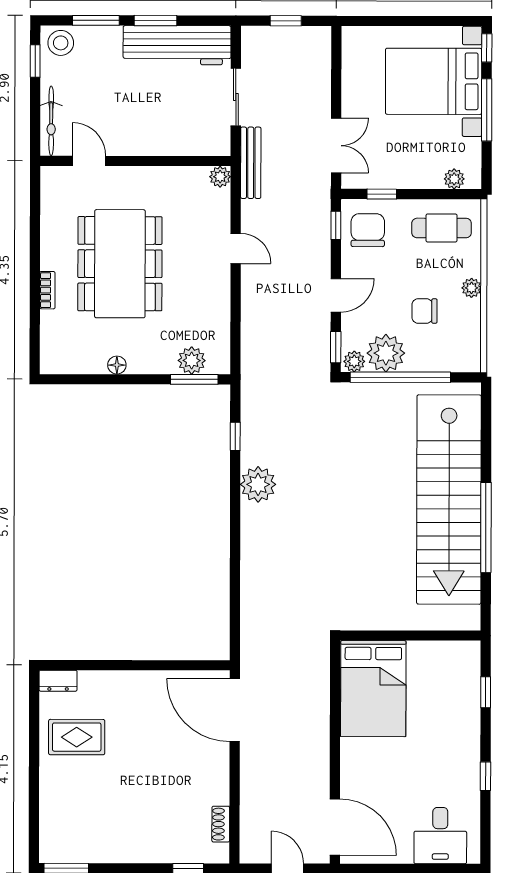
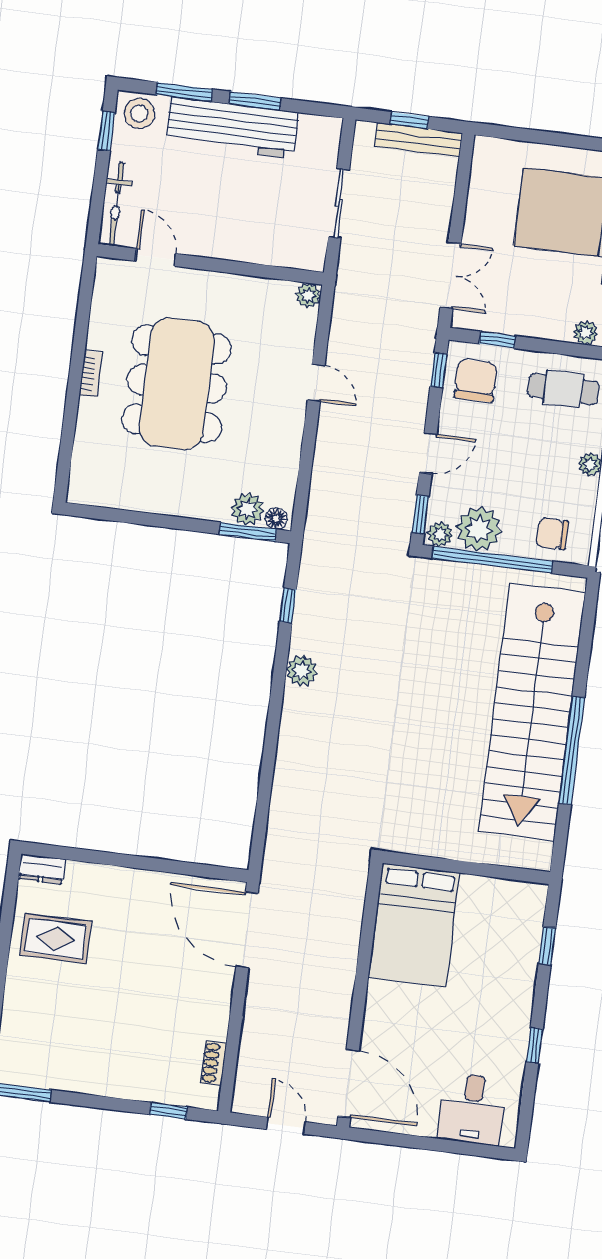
workbench: (177, 45) -> (232, 128), moved
bench: (251, 163) -> (419, 140), moved, turned 90
bookcase: (47, 290) -> (91, 374), moved
chair: (425, 311) -> (552, 534), moved
floor lamp: (117, 365) -> (276, 518), moved
plant: (258, 484) -> (302, 671), width x0.73, depth x0.73

